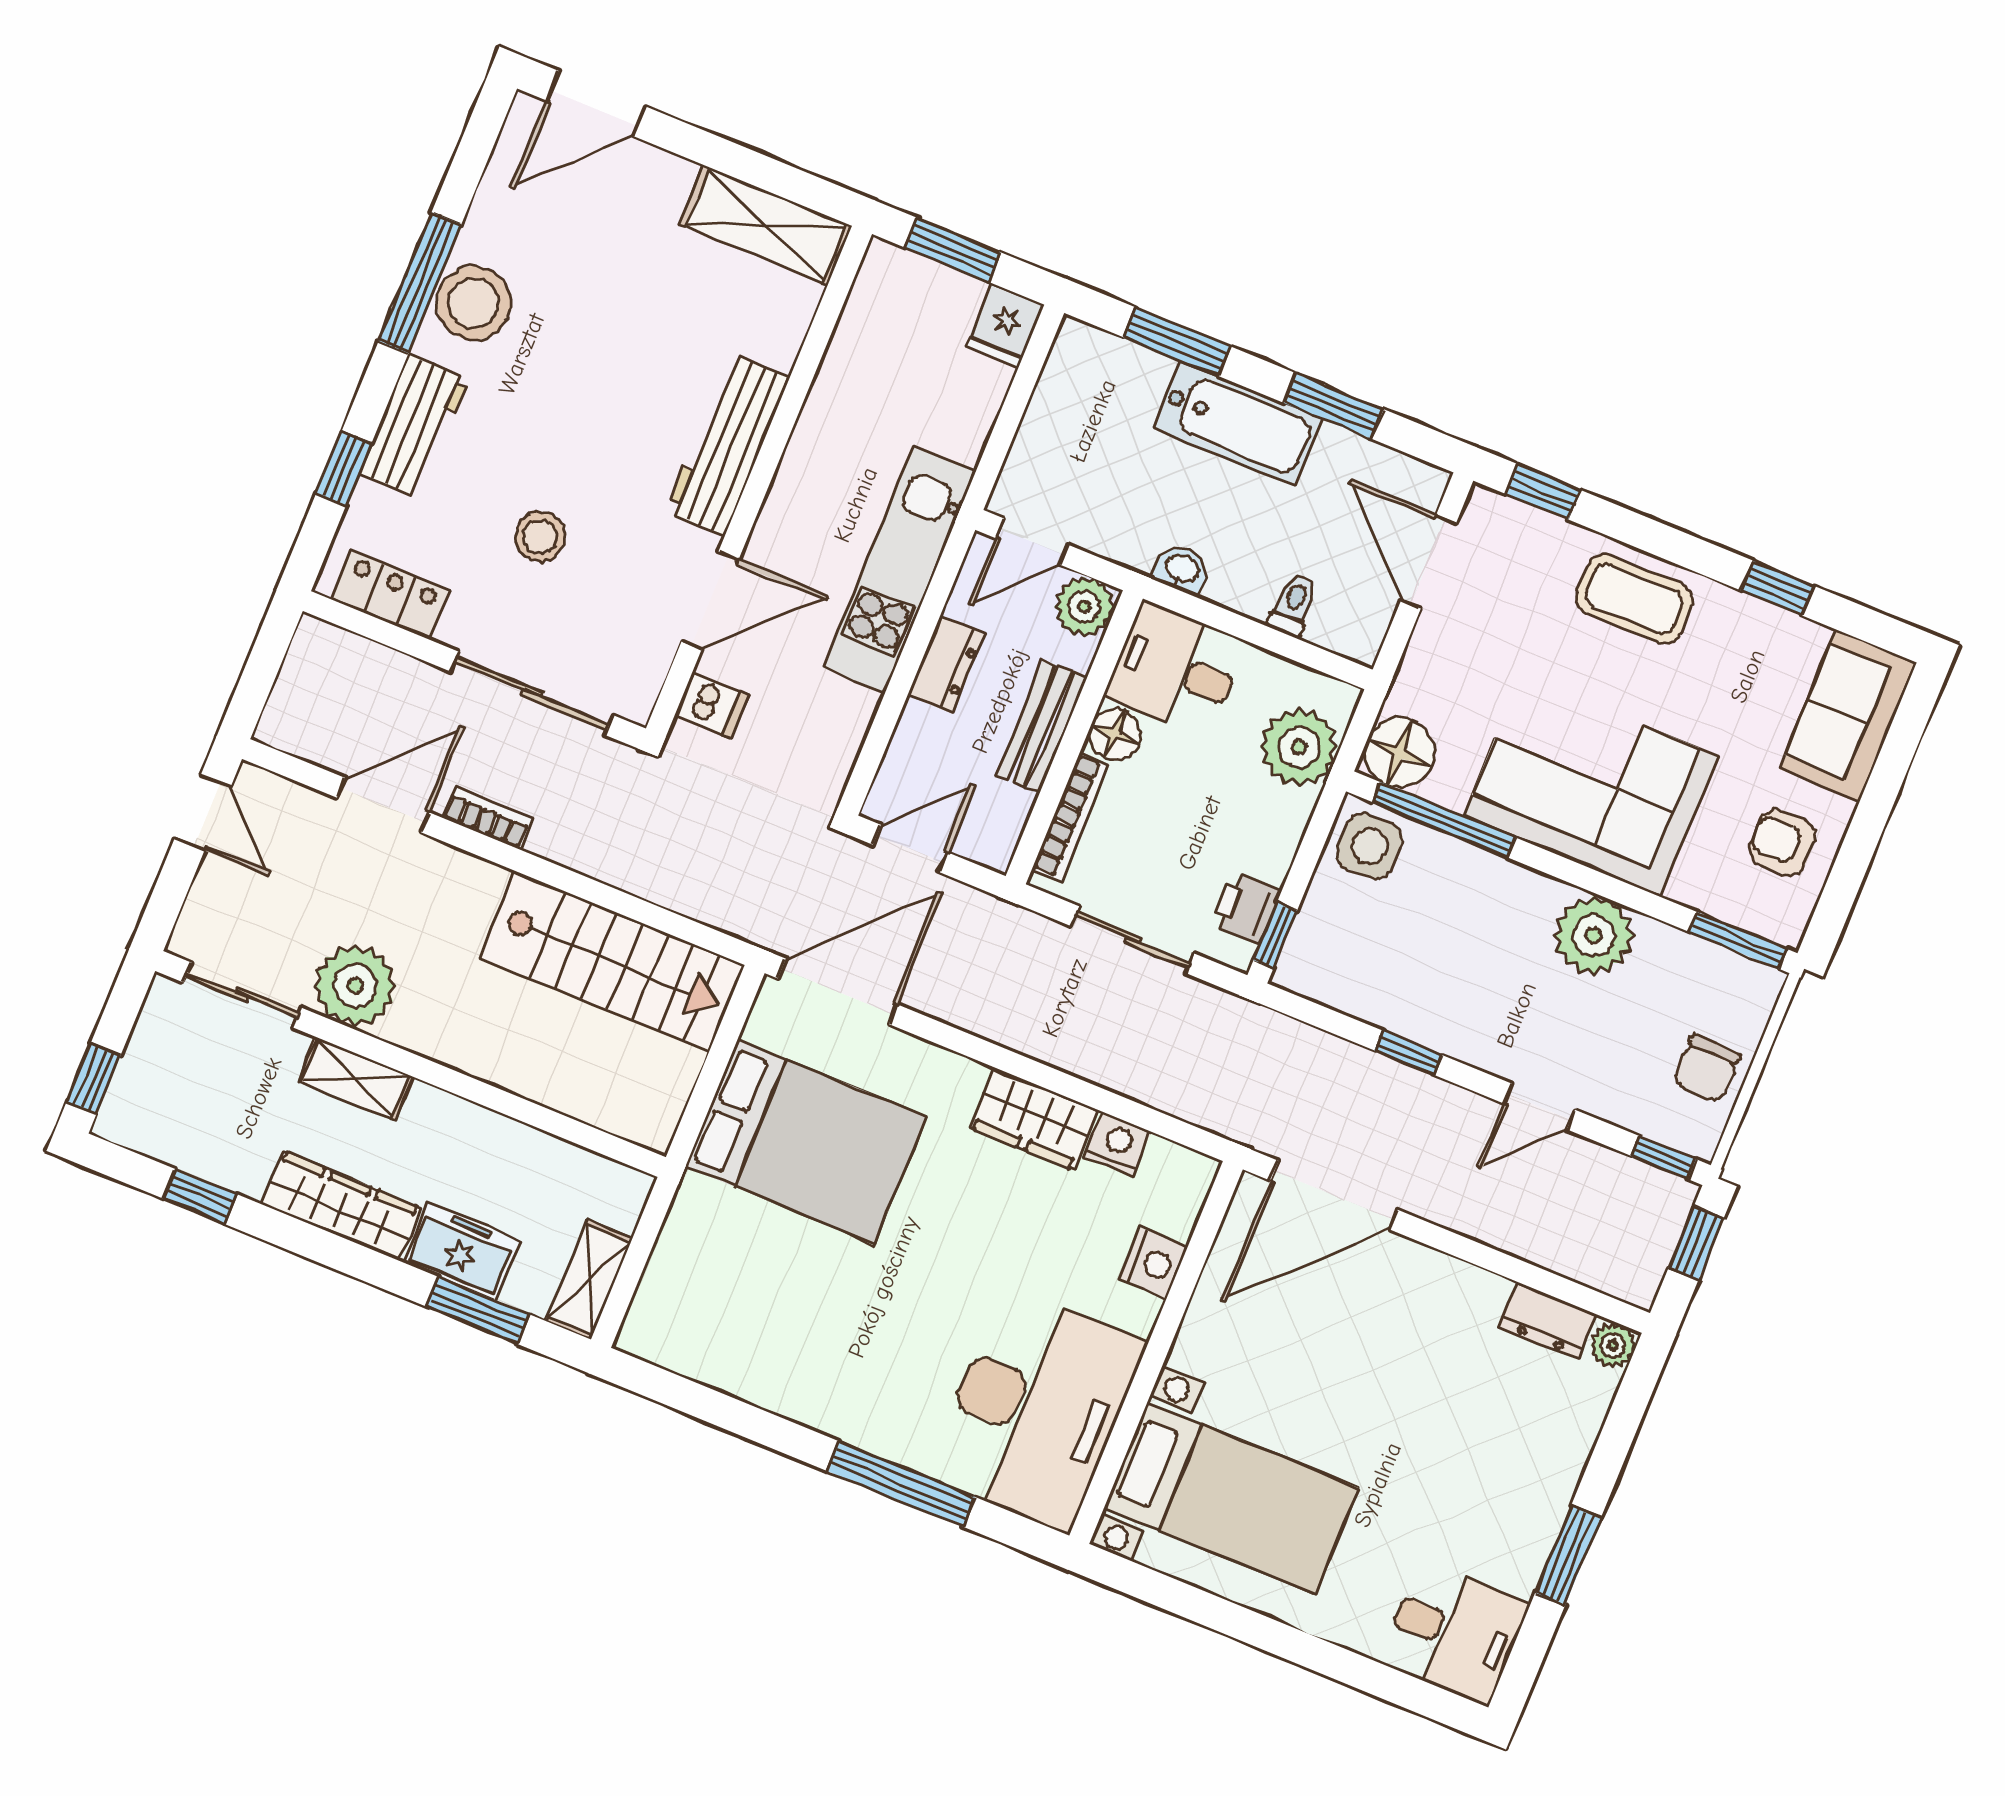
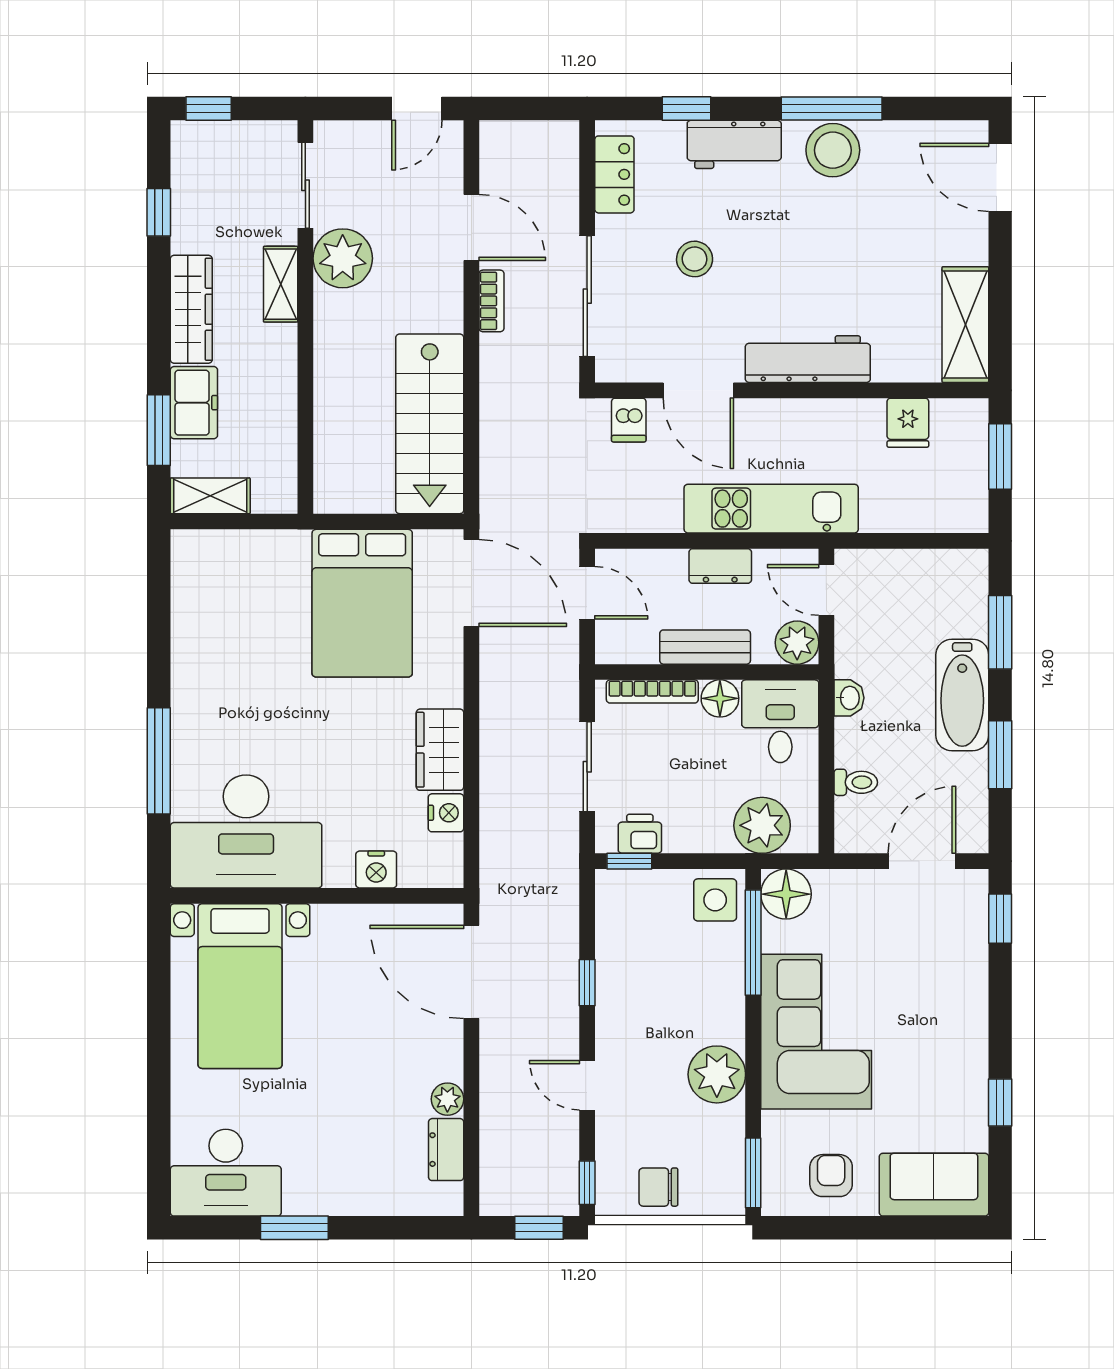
fridge: (1005, 325) -> (908, 423), moved, turned -90
coffee table: (1634, 599) -> (953, 1009), removed
plant: (1613, 1345) -> (447, 1099), moved
desk: (1454, 1633) -> (226, 1173), width x1.37

